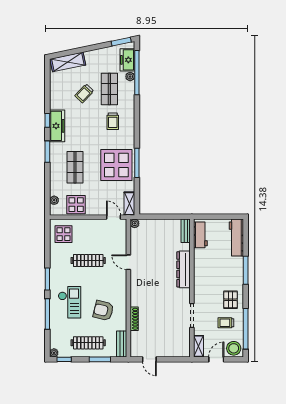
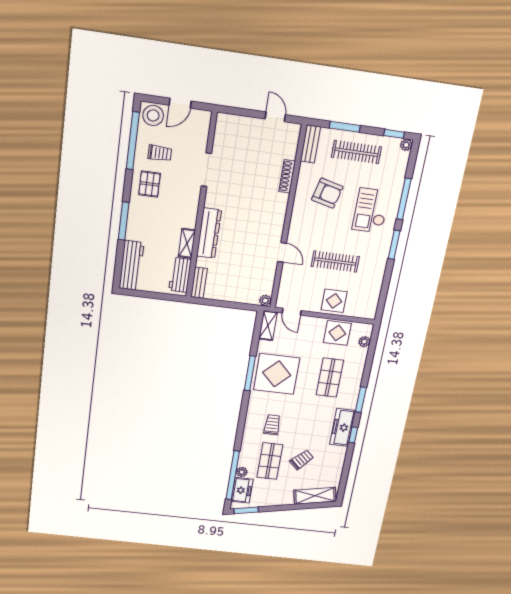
display table: (63, 234) -> (334, 301), moved
shelving: (198, 346) -> (187, 243), moved

